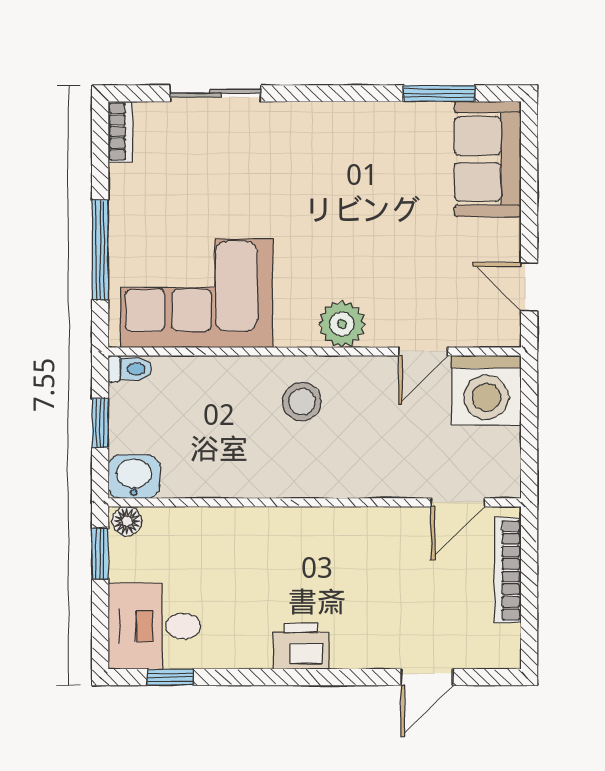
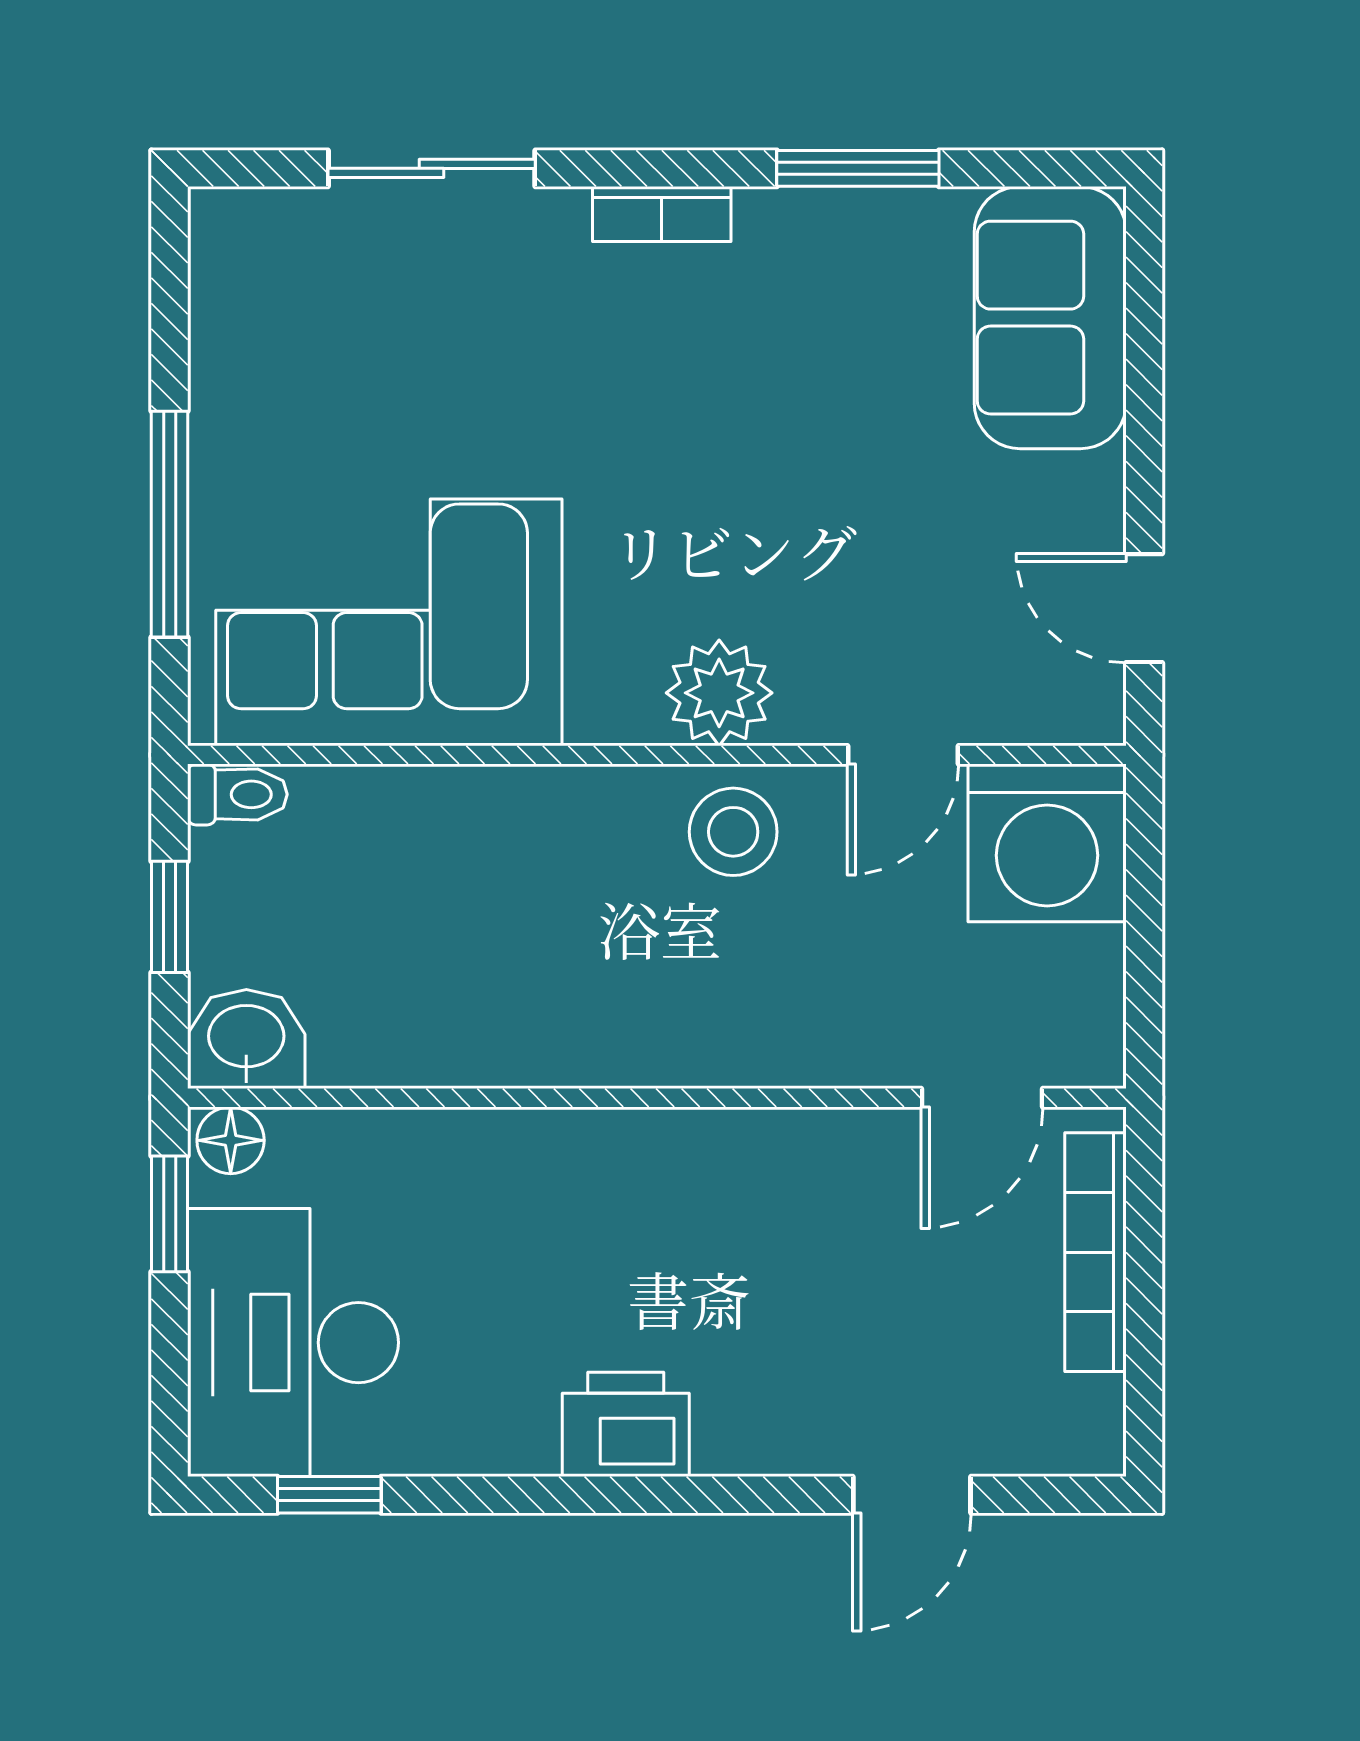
window: (439, 93) -> (858, 168), moved
bookcase: (120, 132) -> (662, 214), moved, turned 90
stool: (302, 402) -> (733, 832), moved
desk: (154, 626) -> (293, 1343), width x1.37

